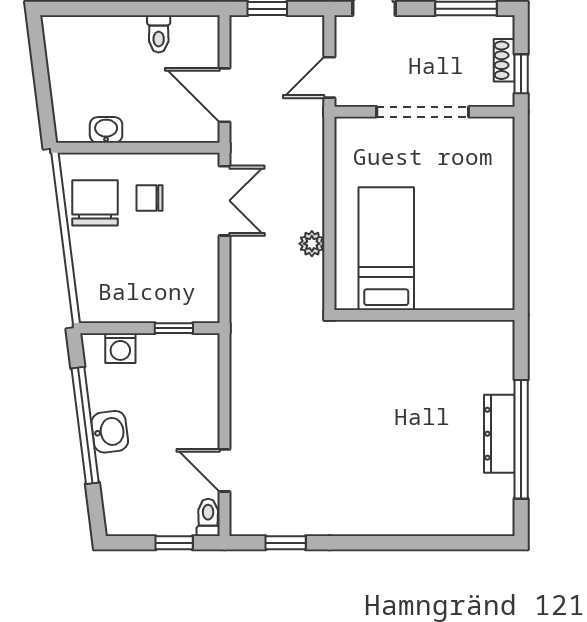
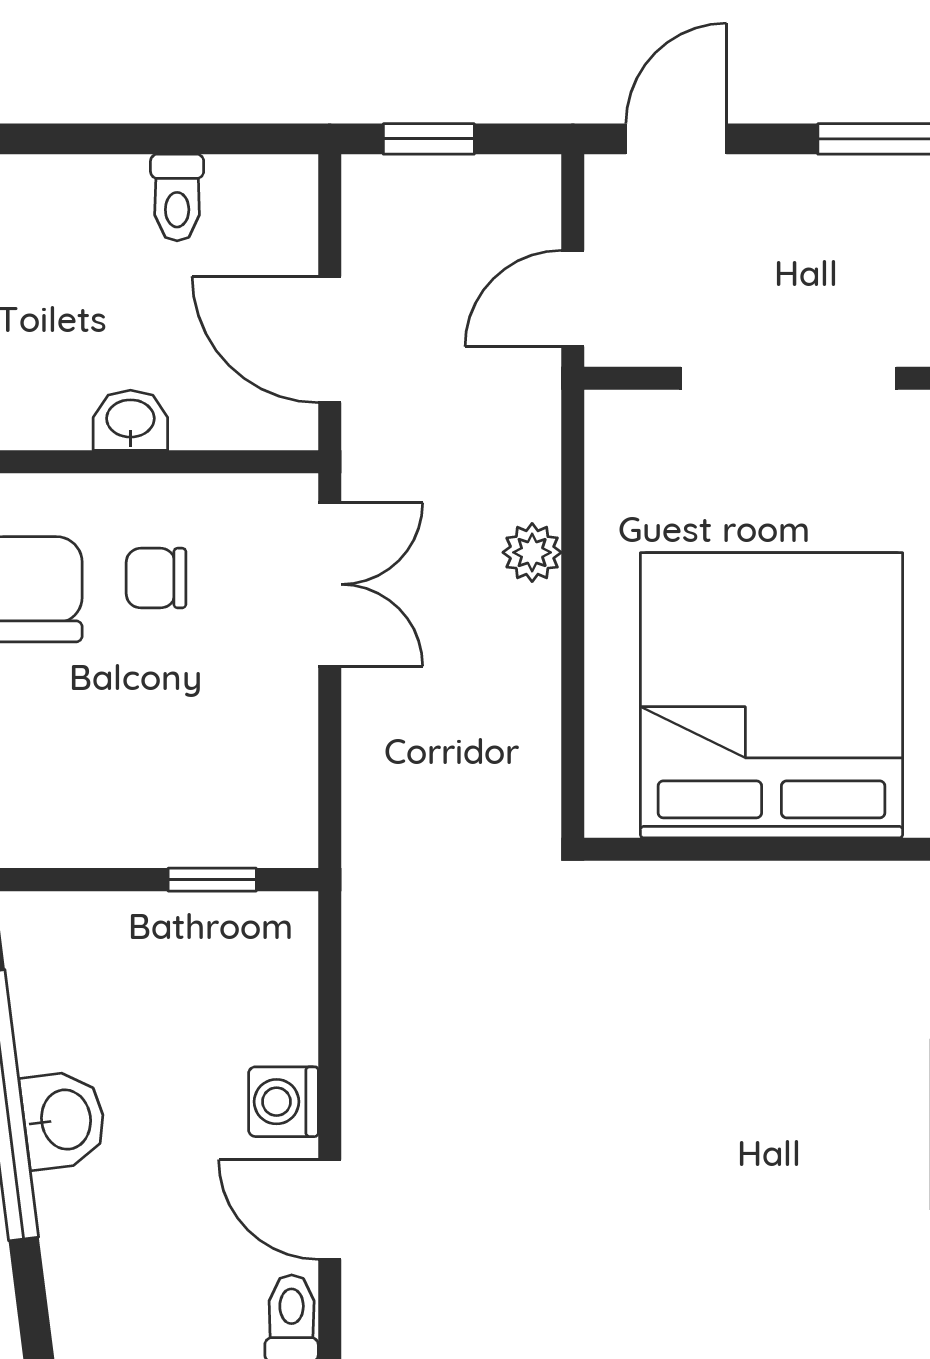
washbasin: (106, 130) -> (130, 420), moved
plant: (312, 244) -> (532, 552), moved
bed: (386, 249) -> (772, 695), width x2.04
washing machine: (120, 348) -> (283, 1102), moved, turned 90

